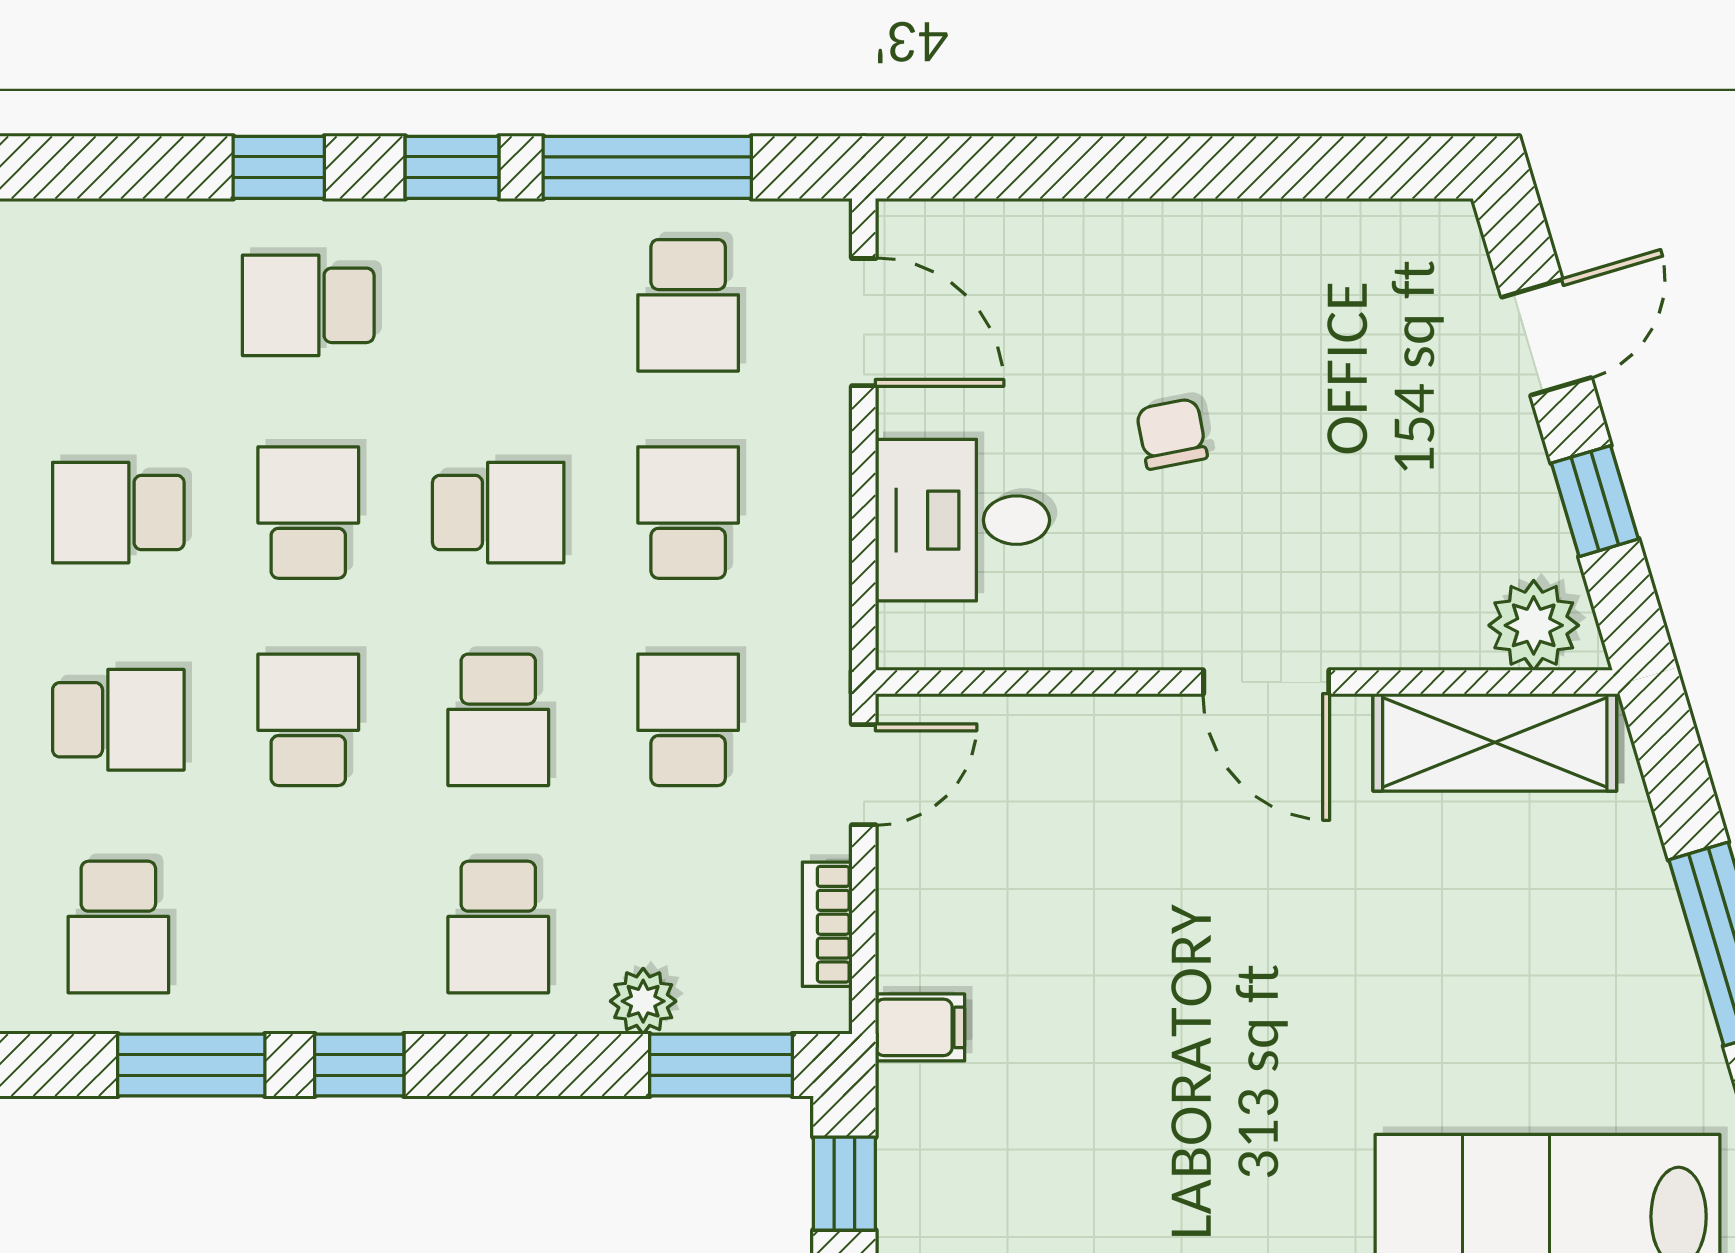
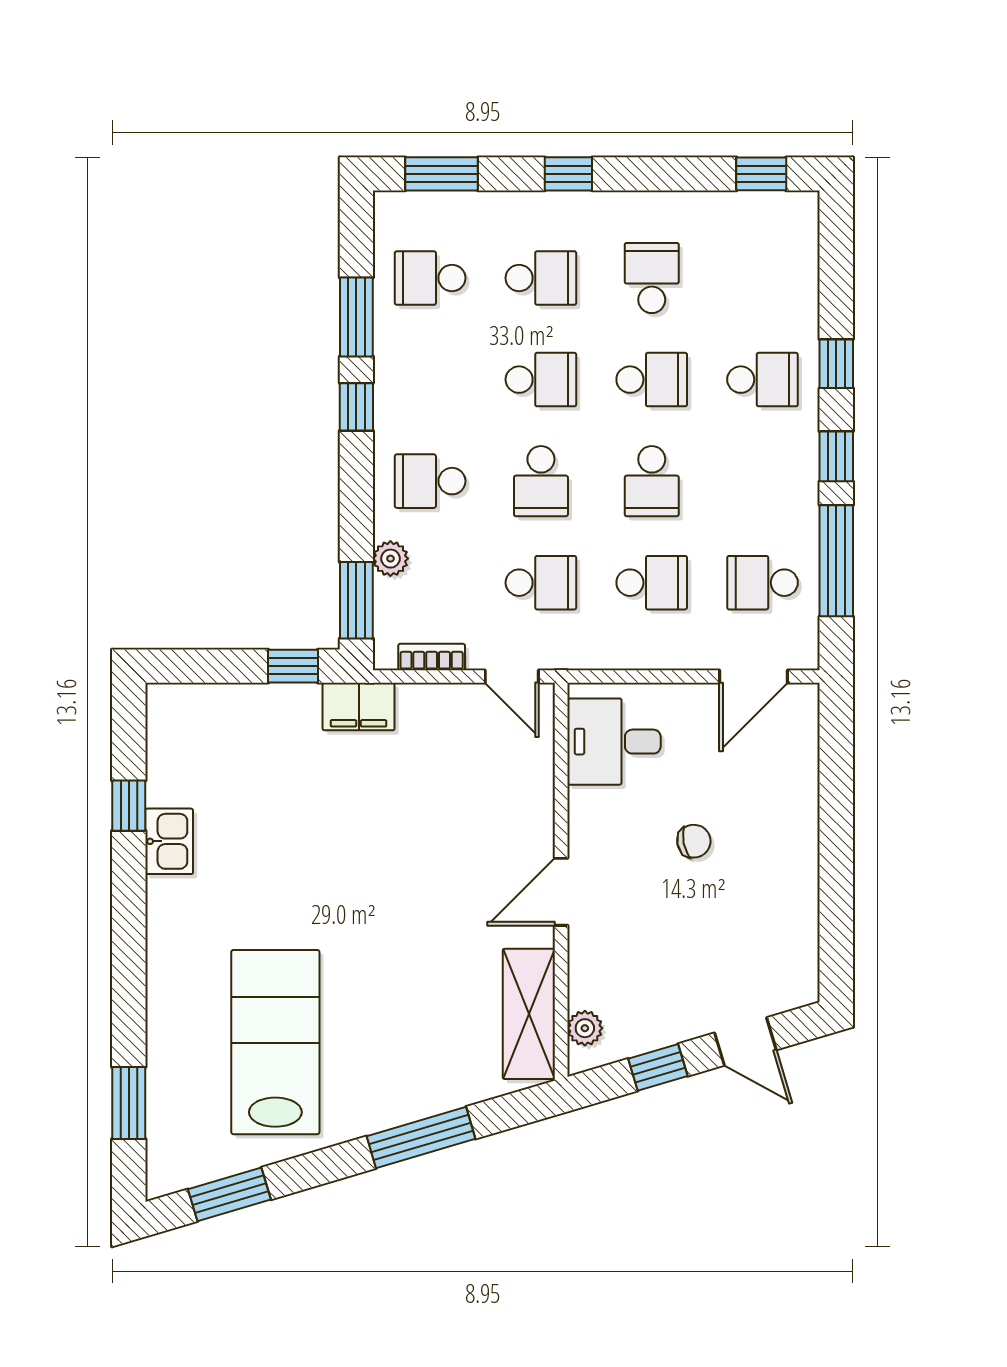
school desk: (308, 305) -> (762, 380), turned 90
desk: (962, 520) -> (614, 742), moved, turned -90
plant: (1534, 625) -> (585, 1028), width x0.73, depth x0.73
school desk: (118, 720) -> (541, 278), turned -90
school desk: (498, 720) -> (541, 481), turned -90
filing cabinet: (920, 1027) -> (359, 707), width x2.00

